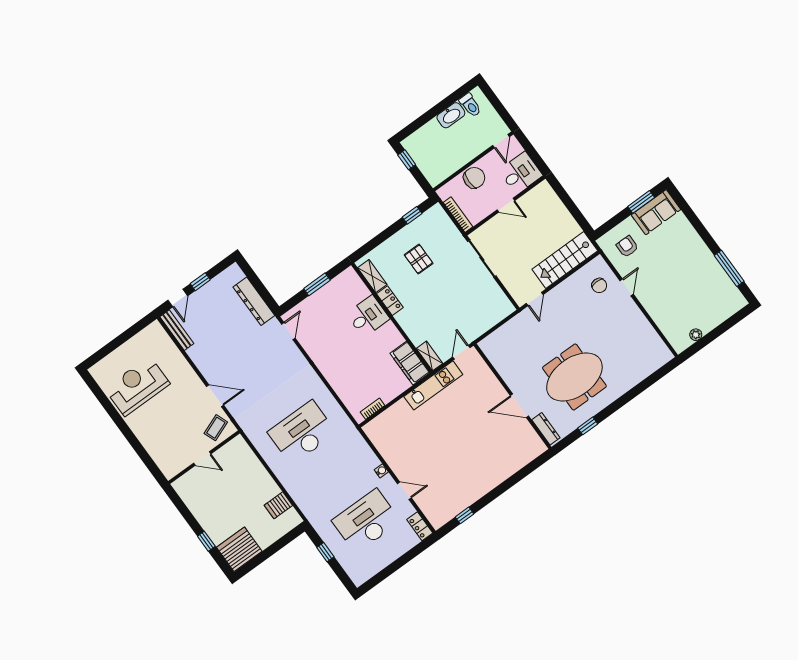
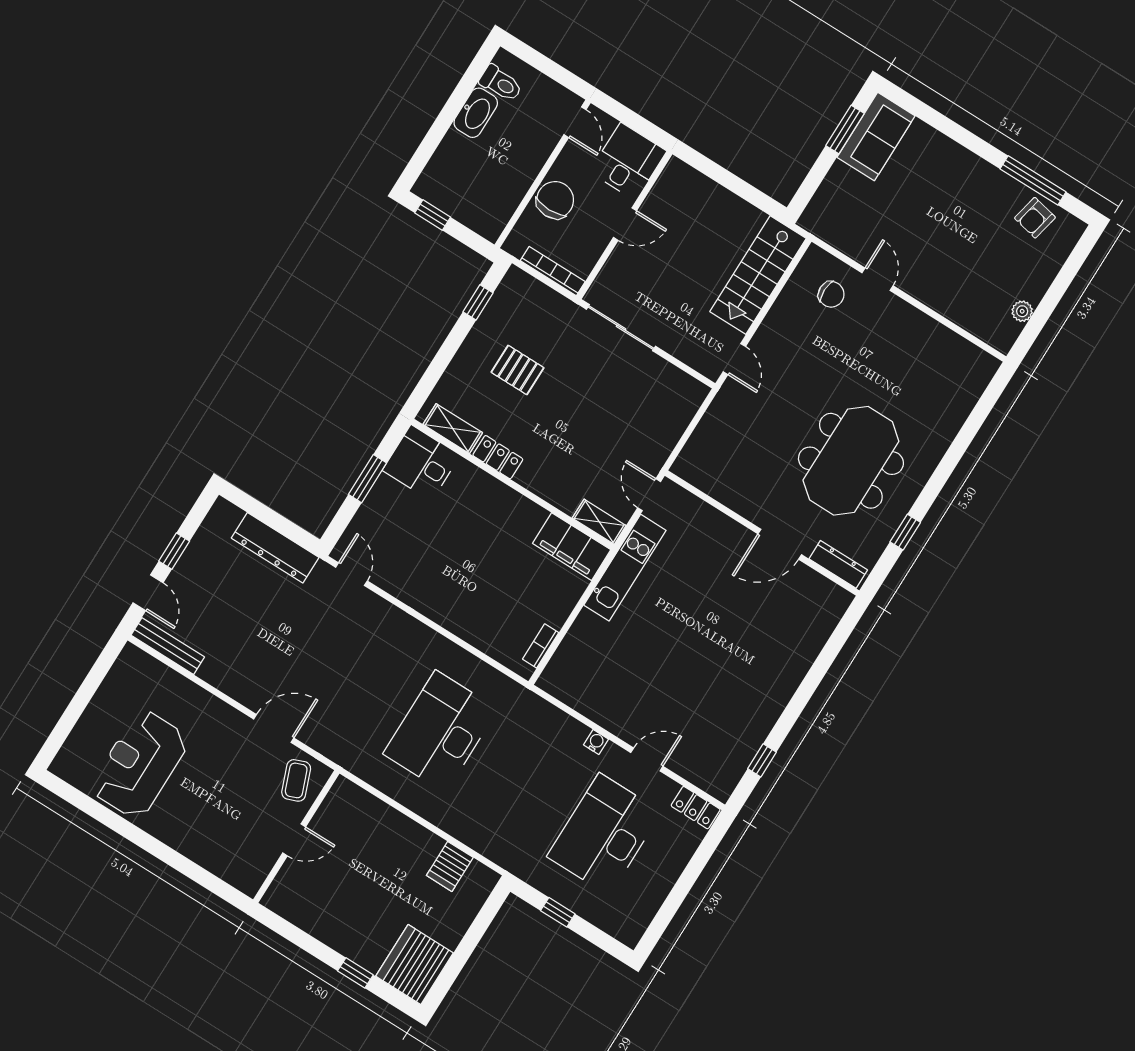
armchair: (627, 246) -> (1035, 218), moved, turned -78
desk: (368, 316) -> (421, 463), moved, turned -90

